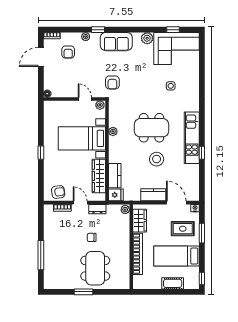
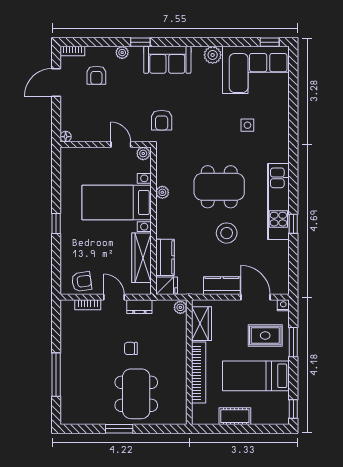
window: (173, 30) -> (270, 42), moved
cot: (173, 283) -> (235, 416), moved

